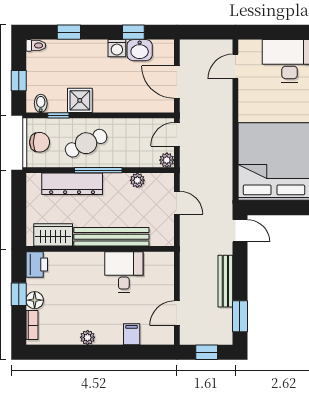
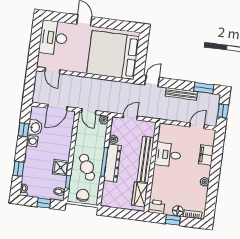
dresser: (72, 184) -> (112, 163), moved
door: (177, 313) -> (197, 126), swing flipped
filing cabinet: (132, 334) -> (206, 155), width x2.00

